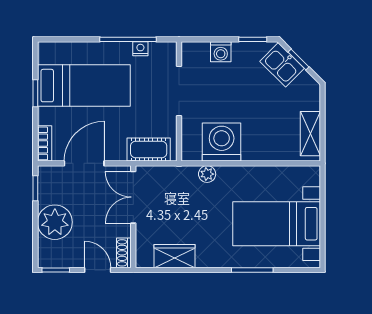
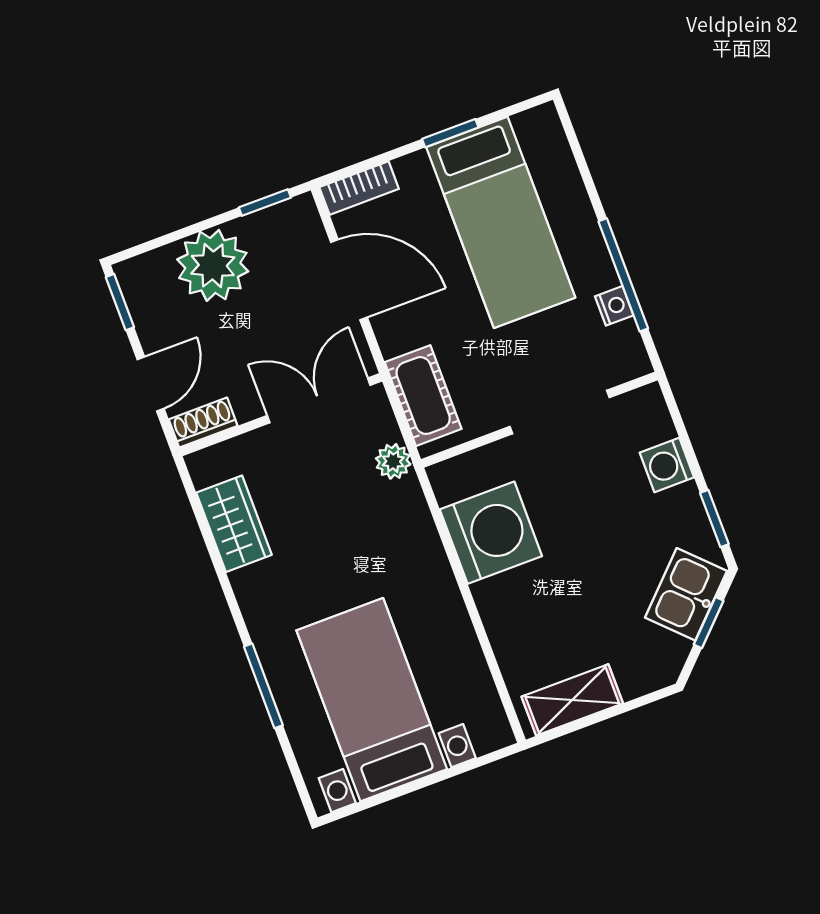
plant: (207, 174) -> (393, 461), moved

